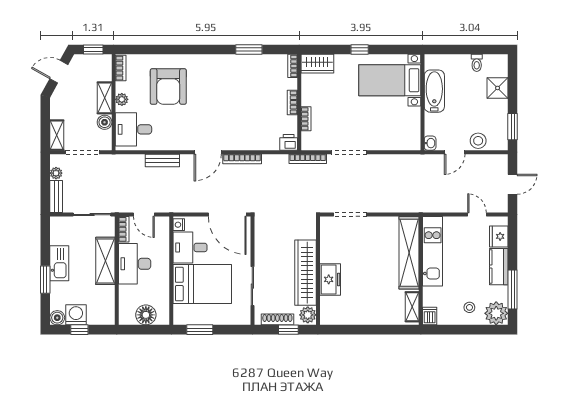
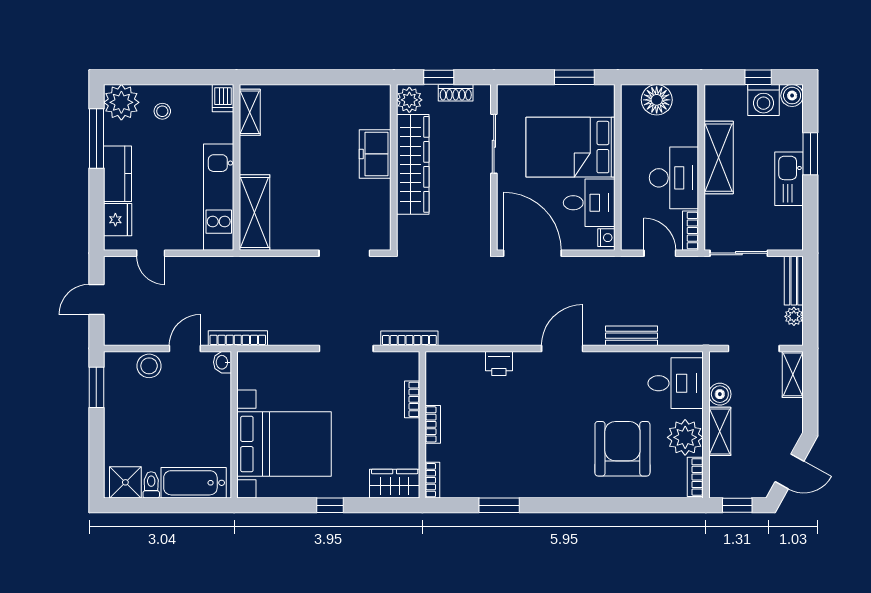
bed with nightstands: (390, 80) -> (284, 444), width x1.36
shower: (498, 88) -> (125, 482), moved
bathtub: (434, 91) -> (194, 483), moved, turned 90
plant: (122, 99) -> (685, 437), width x1.87, depth x1.87
printer: (289, 142) -> (499, 363), moved
bookcase: (242, 159) -> (238, 338), moved
shelving: (409, 253) -> (255, 212), width x0.68
shelving: (105, 261) -> (719, 158), moved
shoe rack: (277, 319) -> (456, 93), width x0.70

